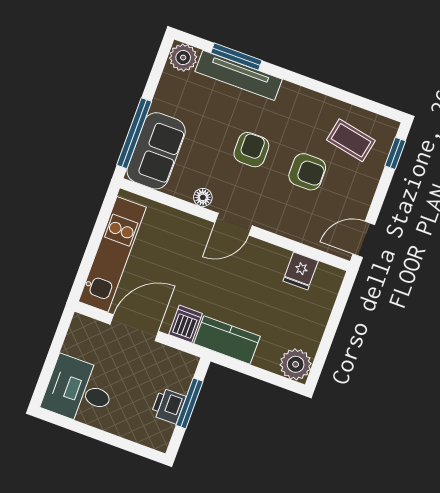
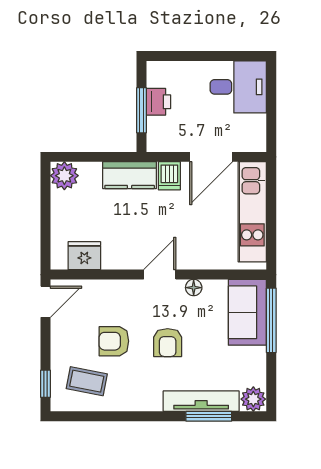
fridge: (301, 271) -> (84, 256), width x1.38

